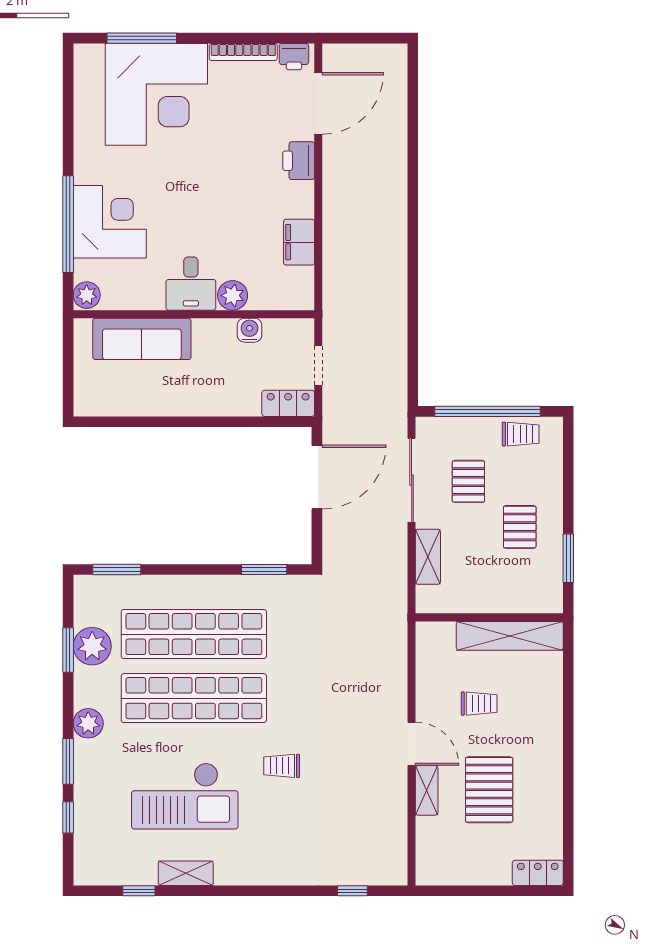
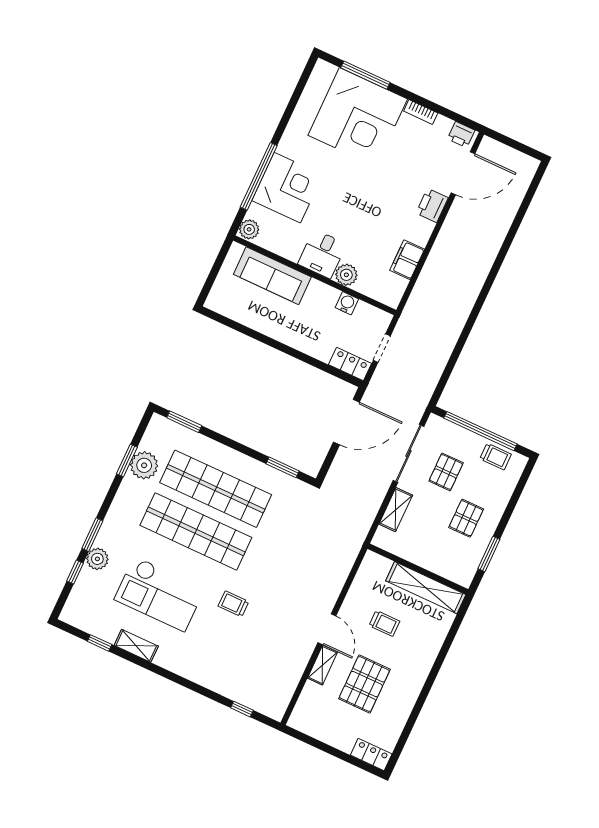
bookcase: (243, 52) -> (421, 112), width x0.64
plant: (88, 723) -> (97, 559), moved

